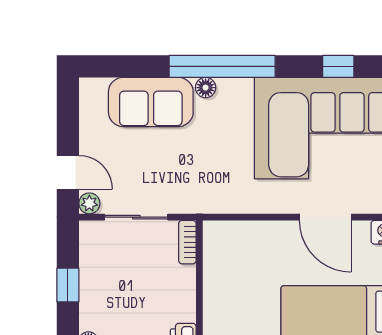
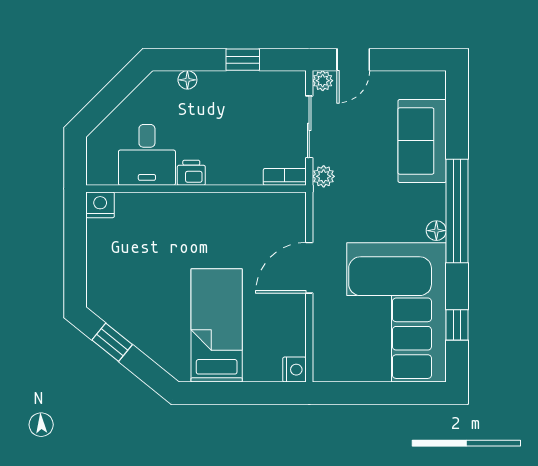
floor lamp: (206, 88) -> (436, 231), moved
plant: (187, 203) -> (324, 176), added
door: (325, 217) -> (309, 268), moved

